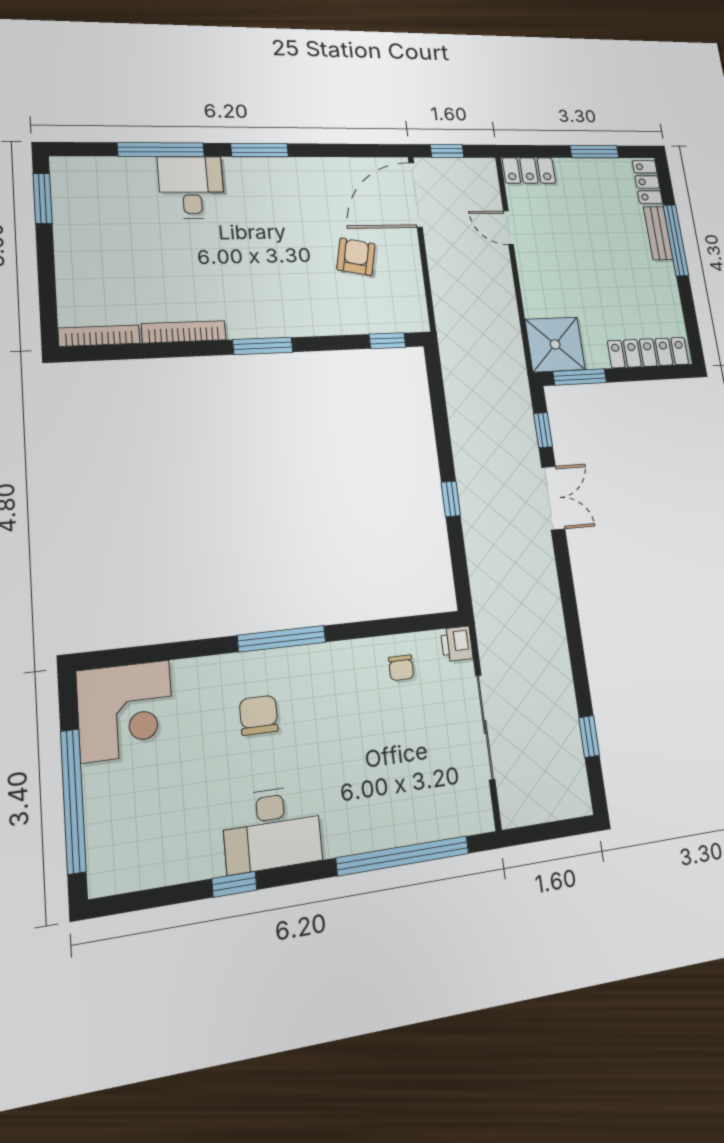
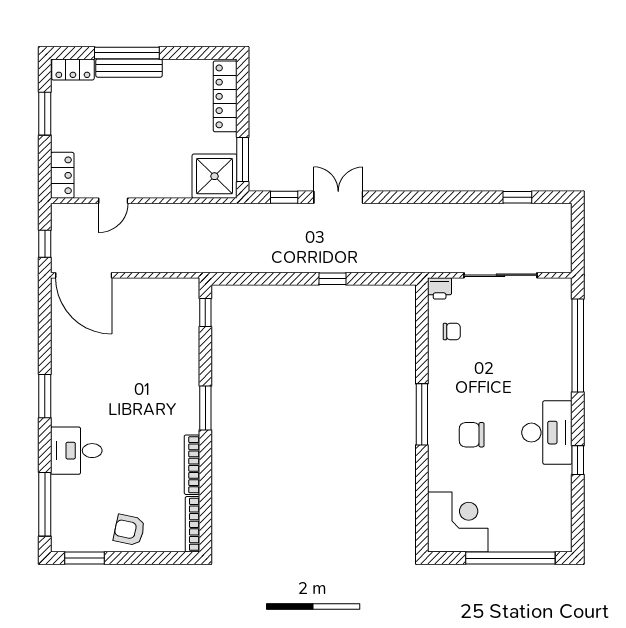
window: (161, 150) -> (45, 504), moved
bench: (658, 233) -> (129, 68), width x1.36
armchair: (356, 257) -> (129, 530), moved

